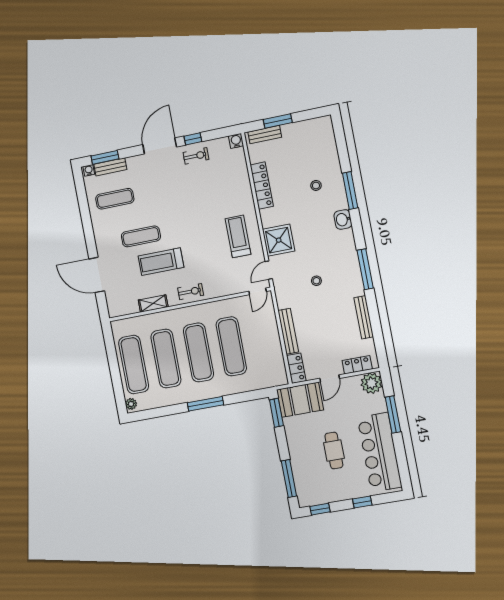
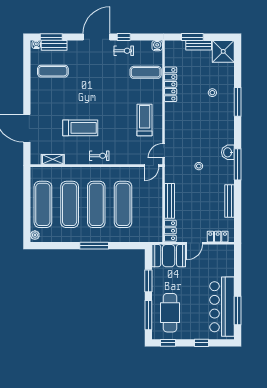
bench: (265, 135) -> (199, 45), moved
washbasin: (343, 219) -> (228, 152), moved
exercise mat: (141, 236) -> (146, 72), moved
shower: (279, 240) -> (223, 51), moved
treadmill: (161, 262) -> (80, 128), turned 180
shelving: (153, 303) -> (53, 159), moved
plant: (371, 383) -> (226, 253), removed
window: (276, 413) -> (148, 281), moved
window: (393, 415) -> (238, 310), moved
cafe table: (334, 450) -> (170, 313), moved, width x1.37, depth x1.35

